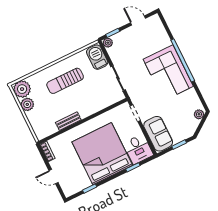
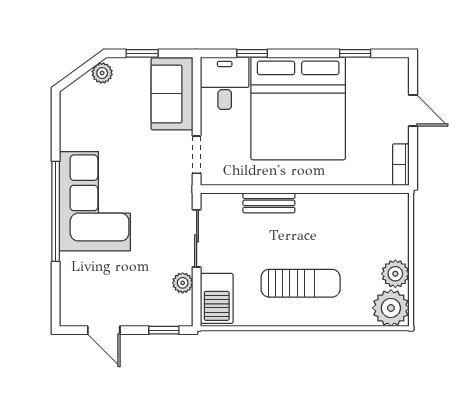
plant: (108, 43) -> (183, 283), moved
plant: (199, 114) -> (102, 73), moved
bench: (68, 121) -> (269, 203), moved

